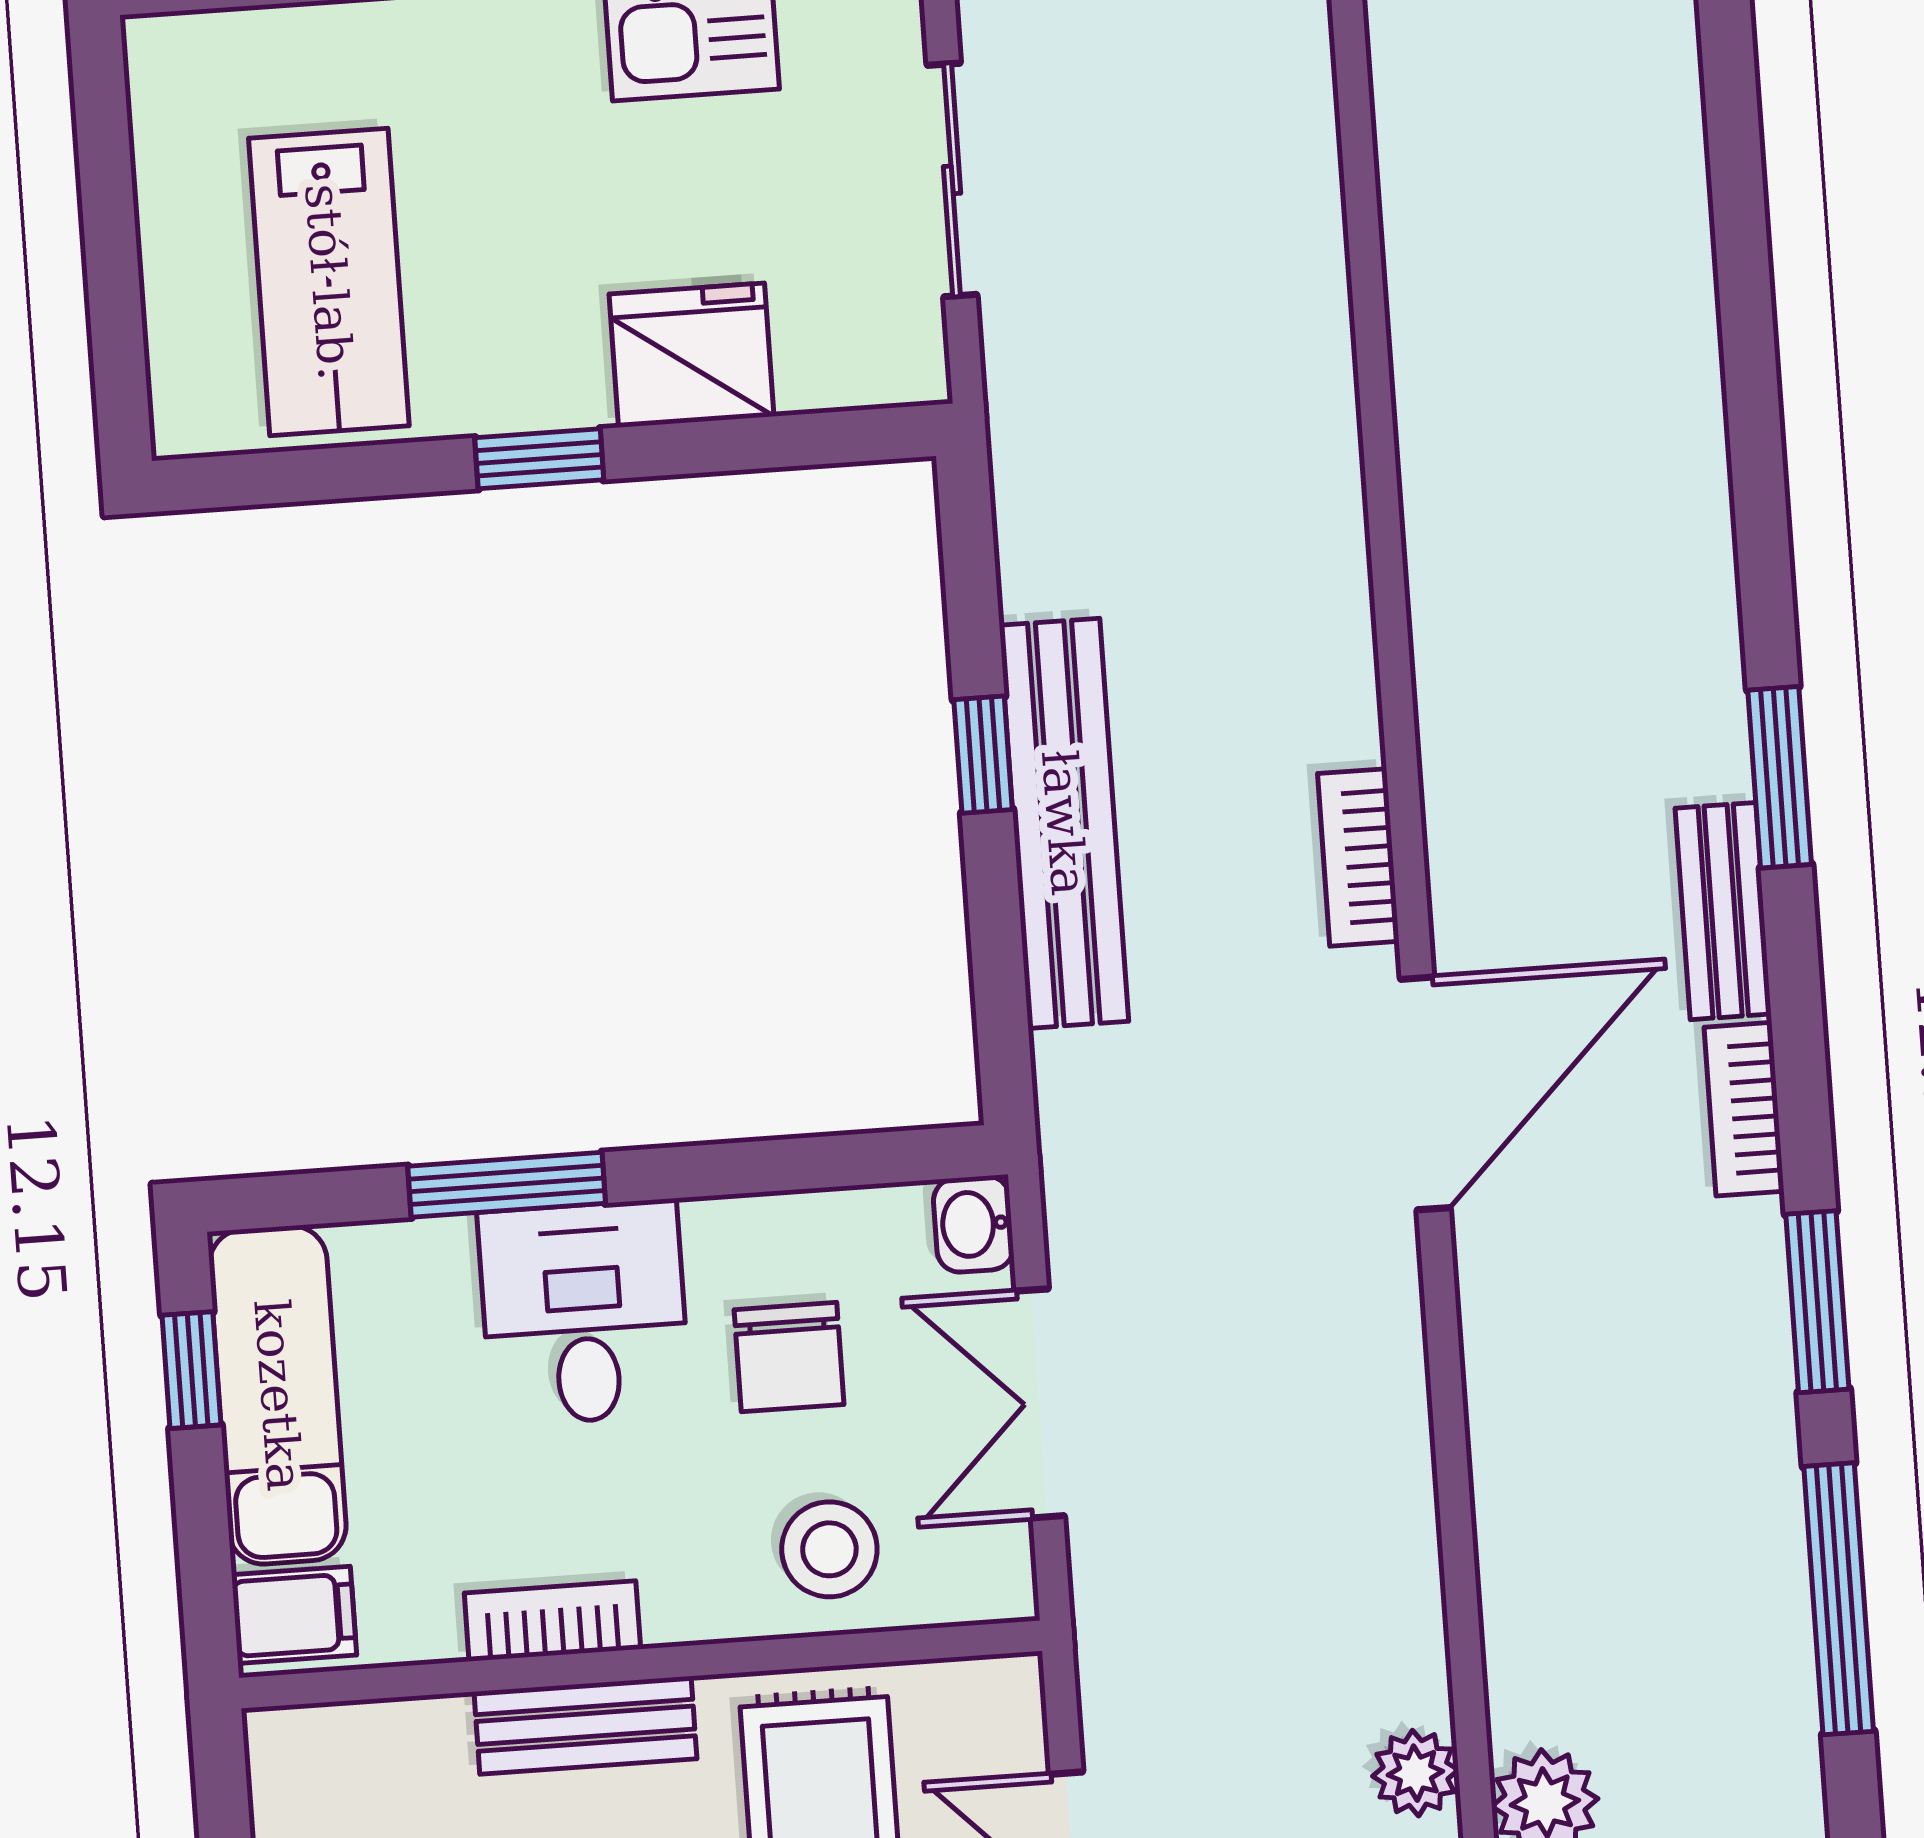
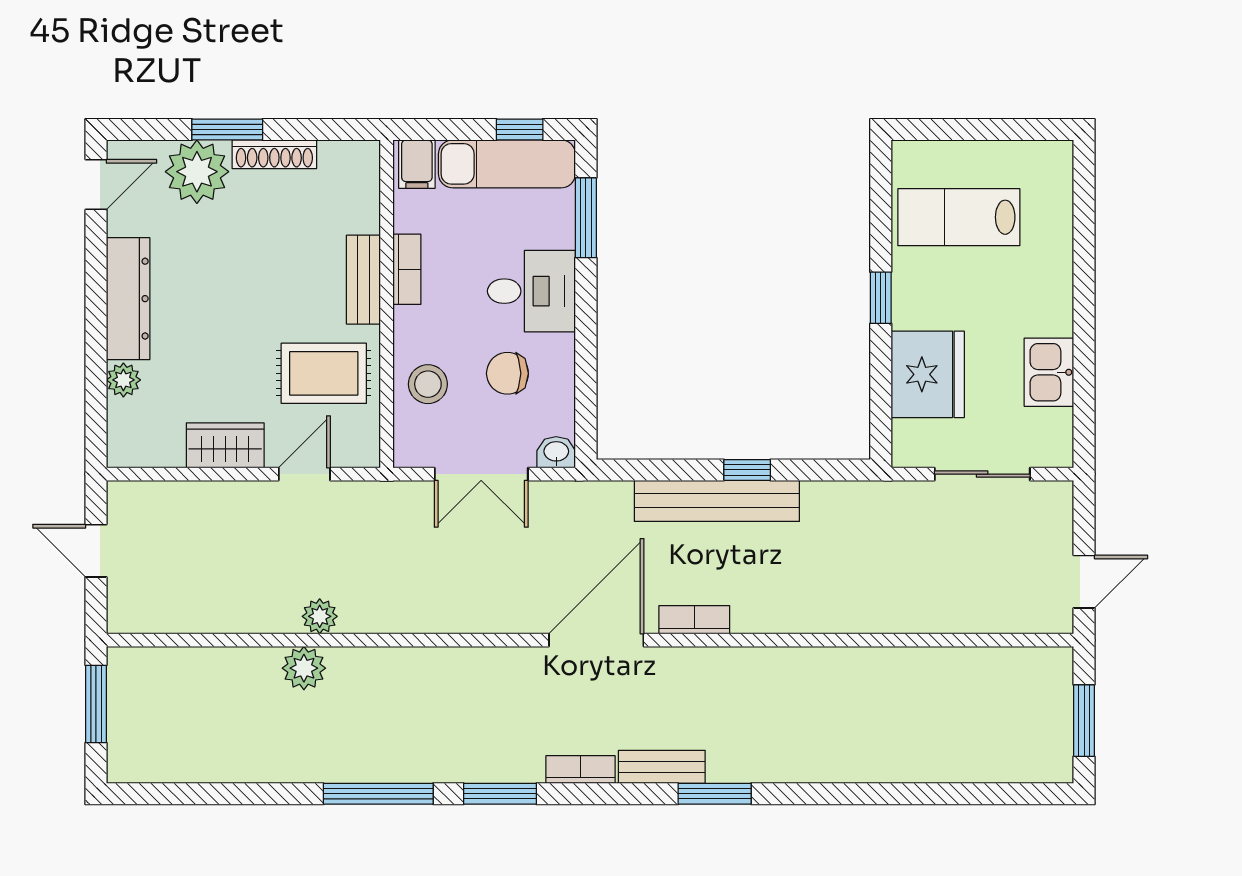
fridge: (692, 355) -> (928, 374), width x1.36, depth x1.34
door: (1425, 1093) -> (596, 640), swing flipped
window: (507, 1185) -> (586, 218), moved
double door: (1040, 1403) -> (481, 474), swing flipped

